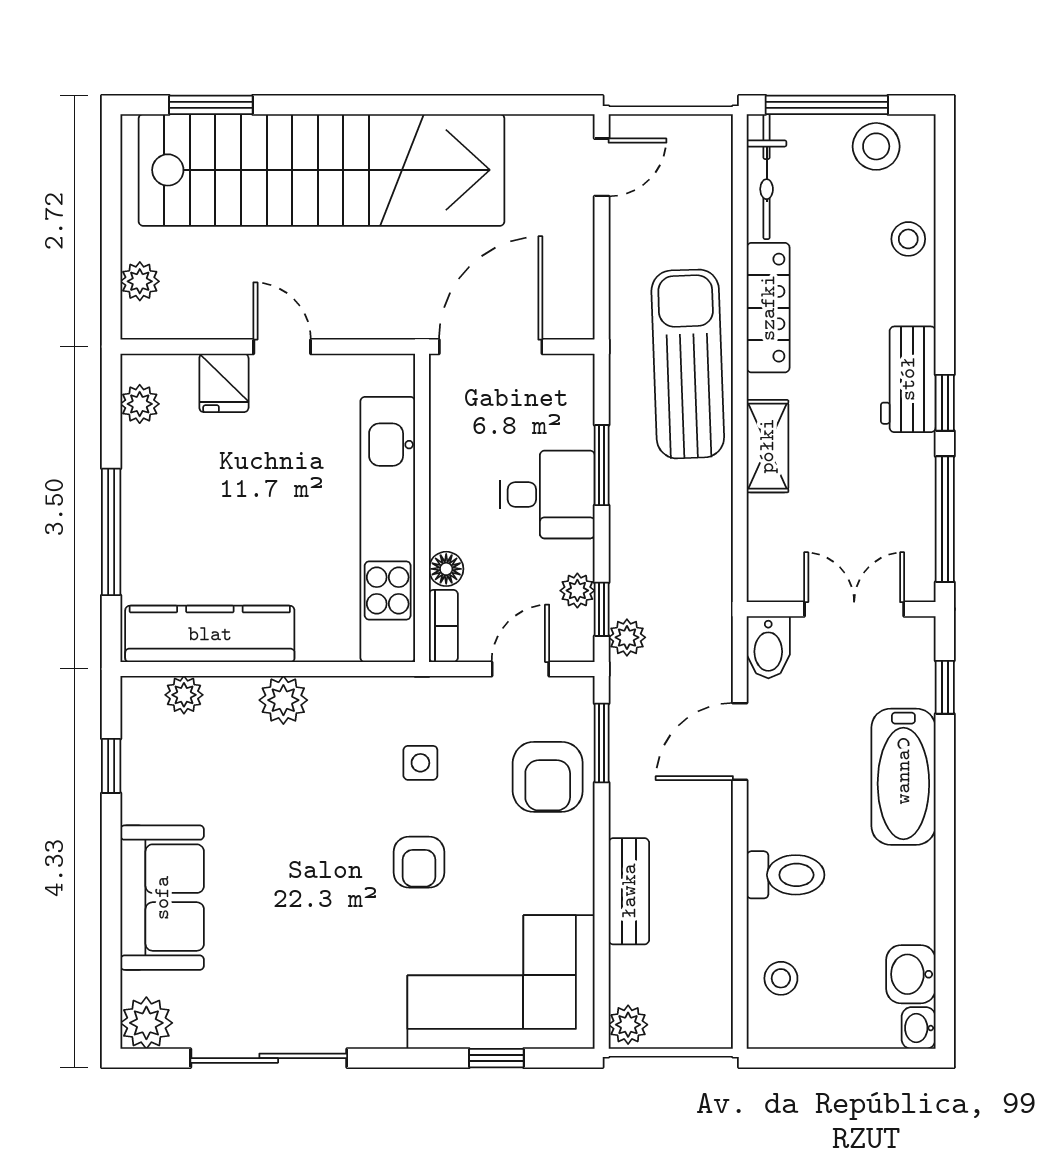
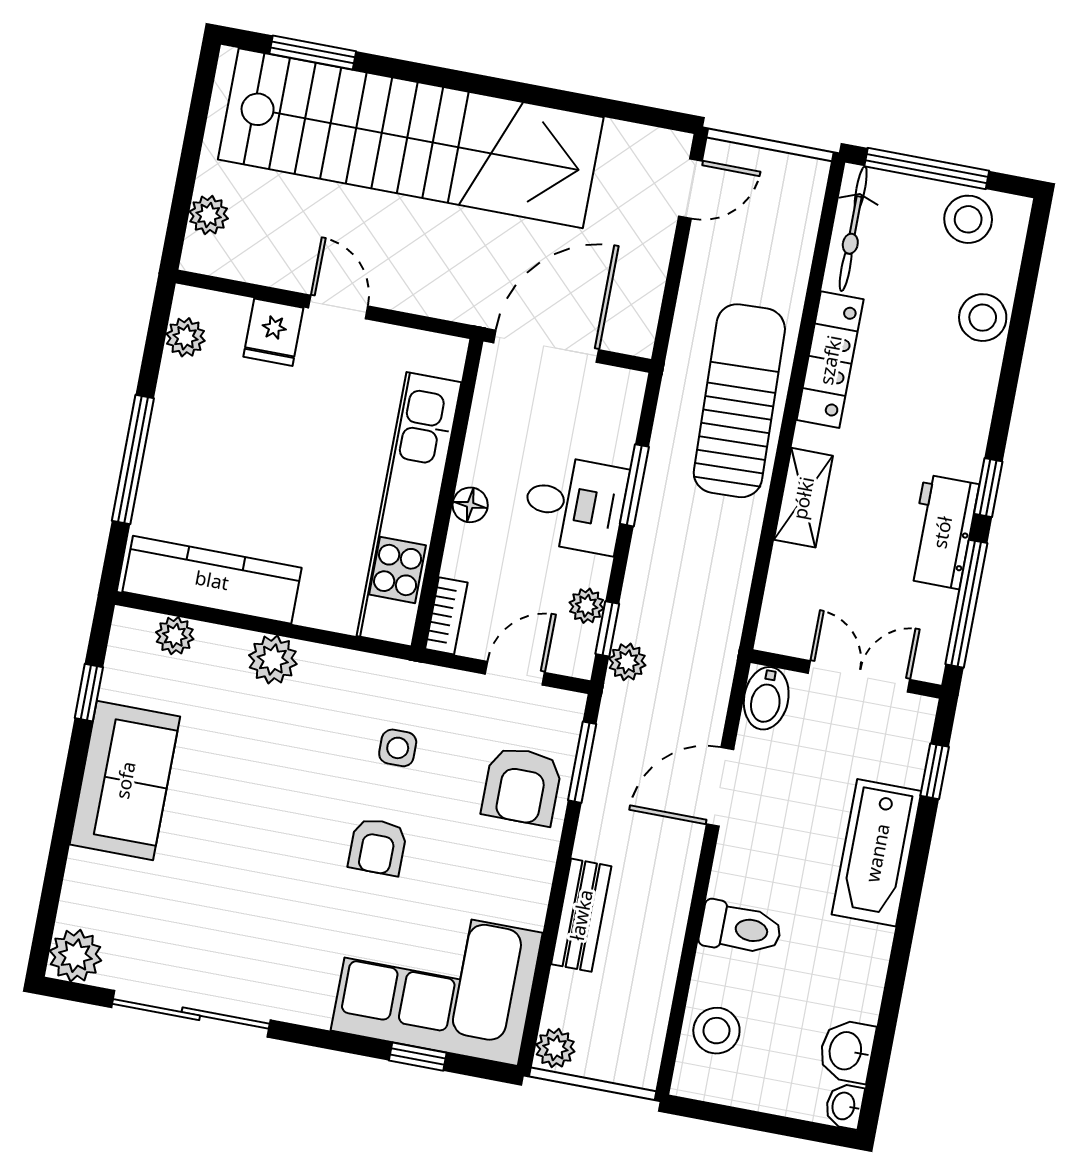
stool: (908, 239) -> (983, 318), width x1.37, depth x1.37
workbench: (908, 379) -> (942, 532), moved
floor lamp: (446, 569) -> (470, 505), moved
sofa: (162, 898) -> (125, 780), moved
stool: (781, 978) -> (716, 1031), width x1.37, depth x1.37

